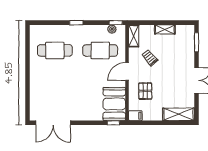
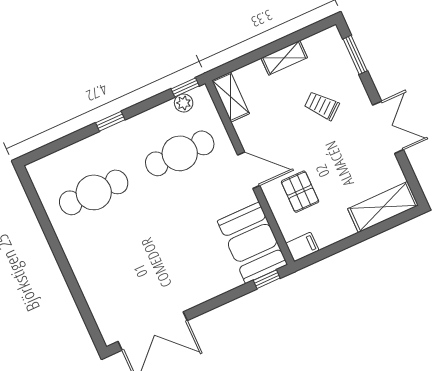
trolley: (150, 58) -> (322, 106), moved
door: (127, 72) -> (249, 170), swing flipped

